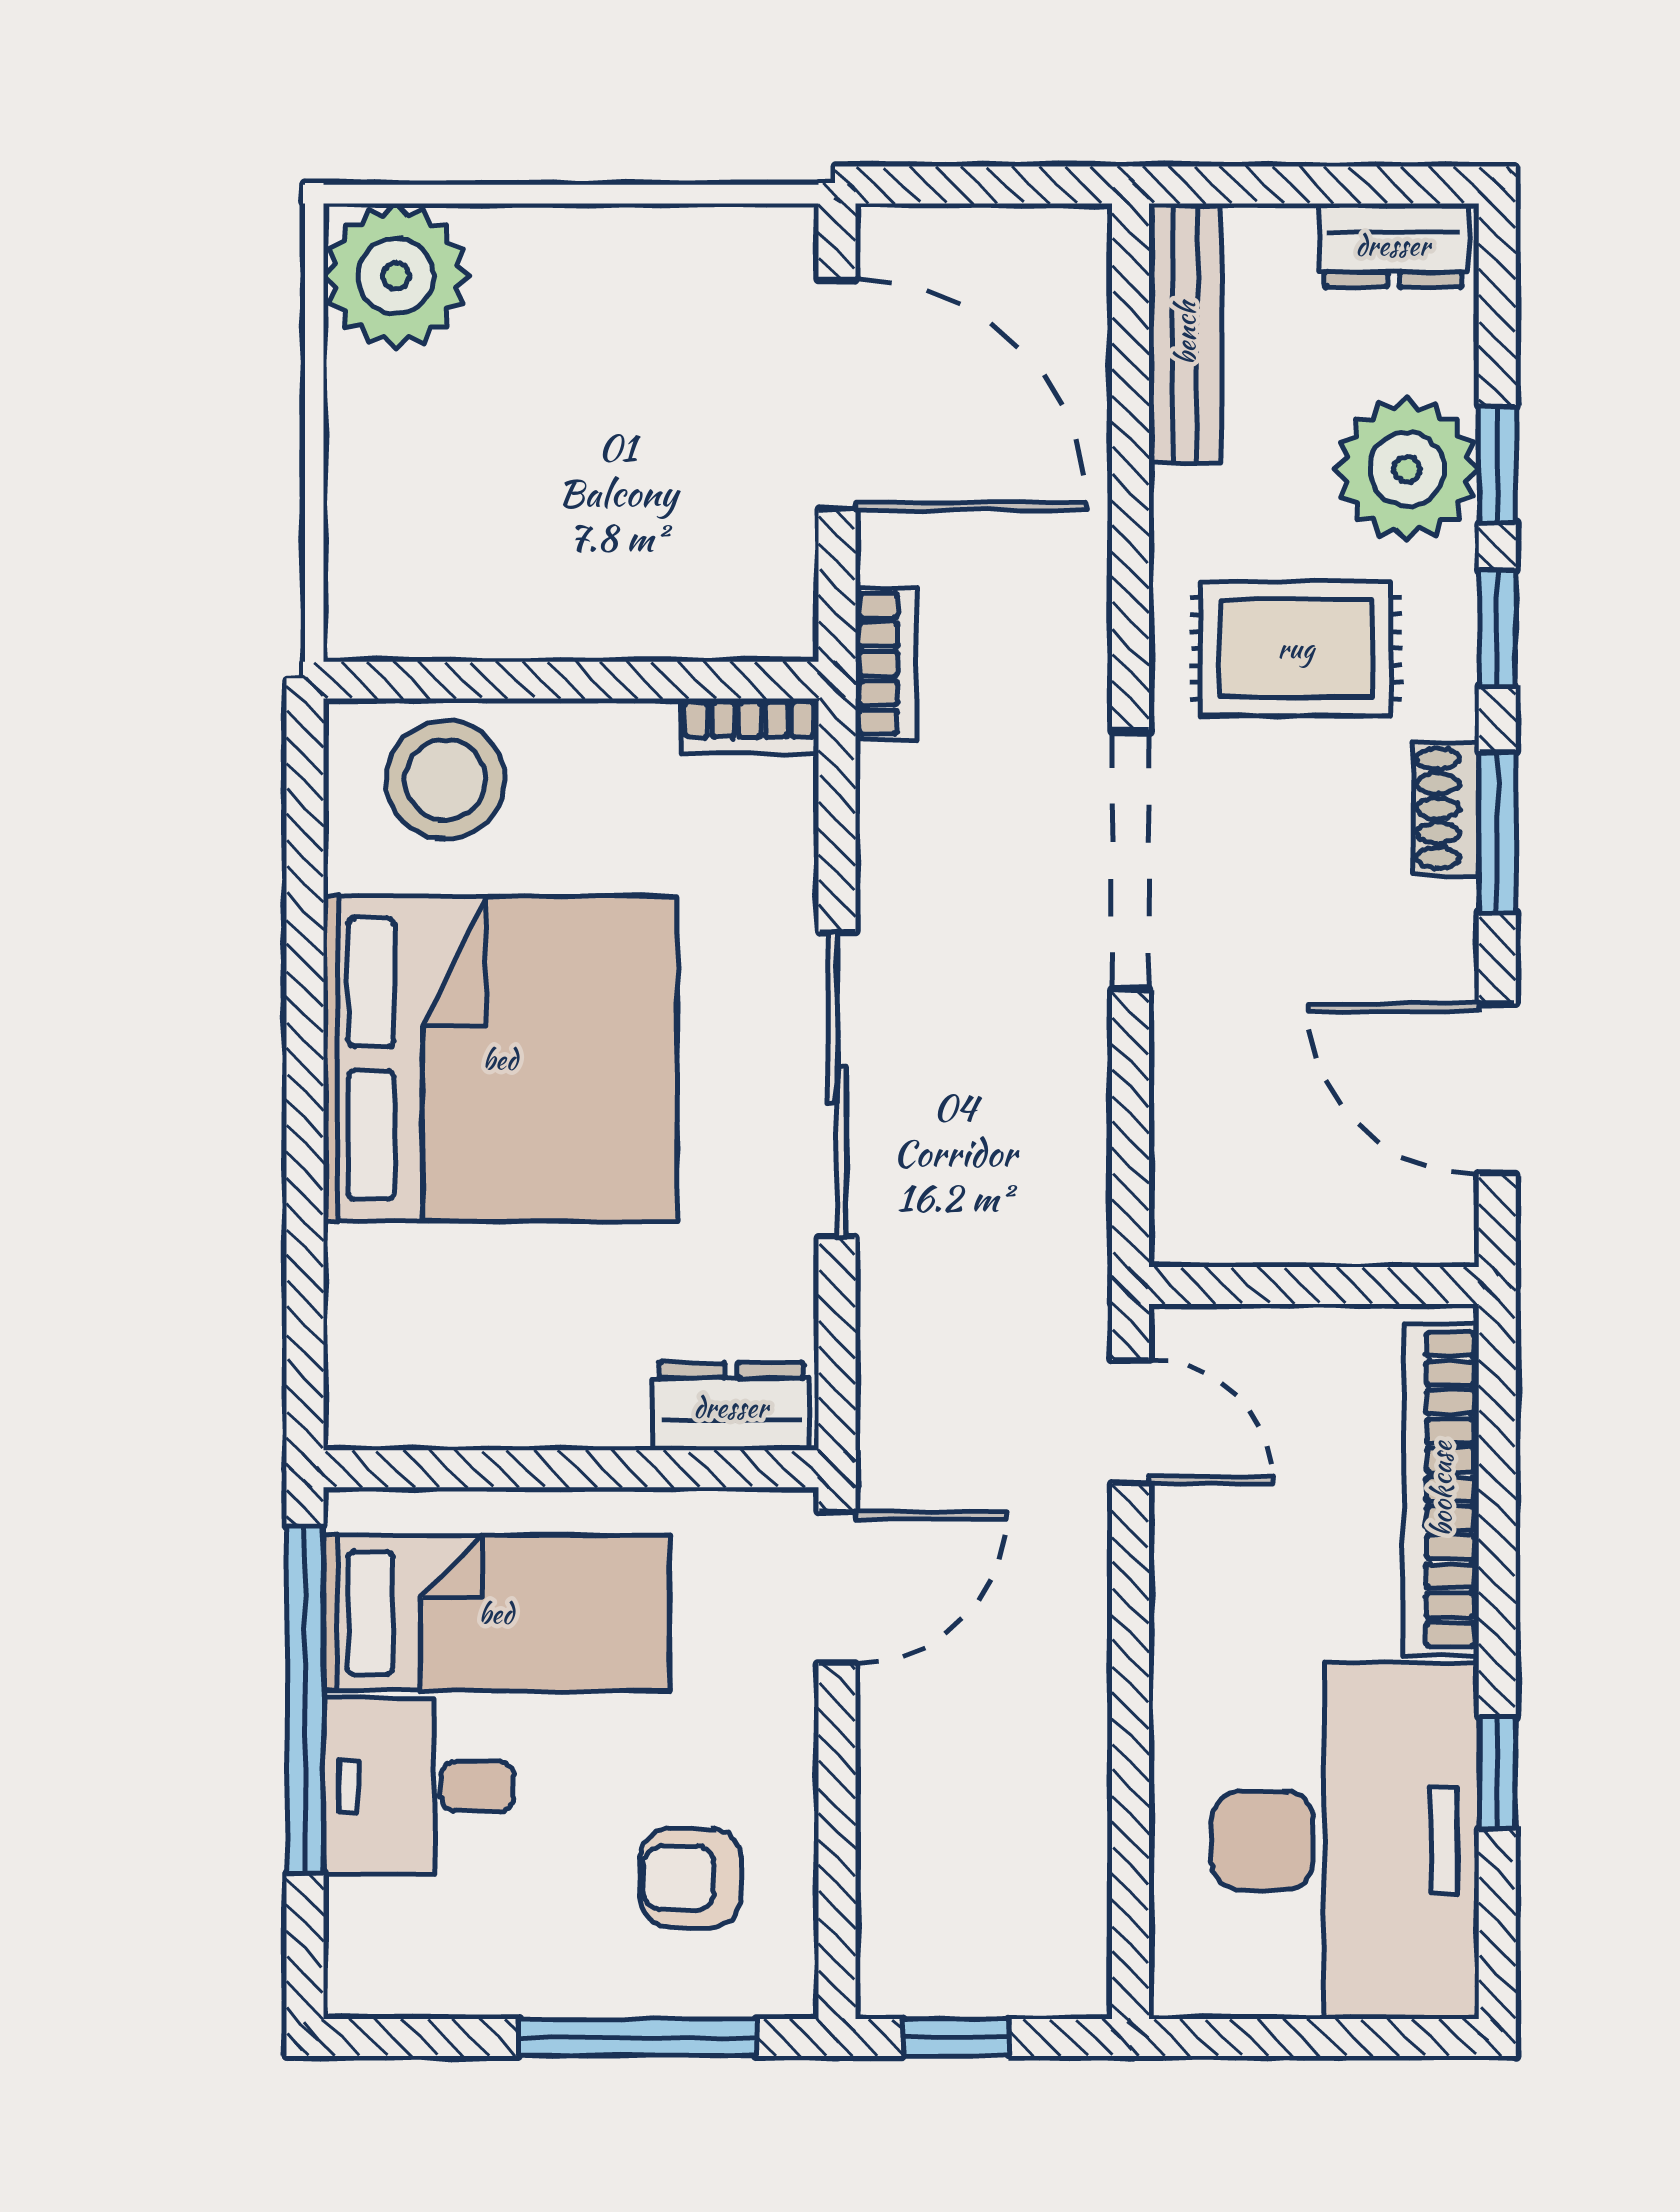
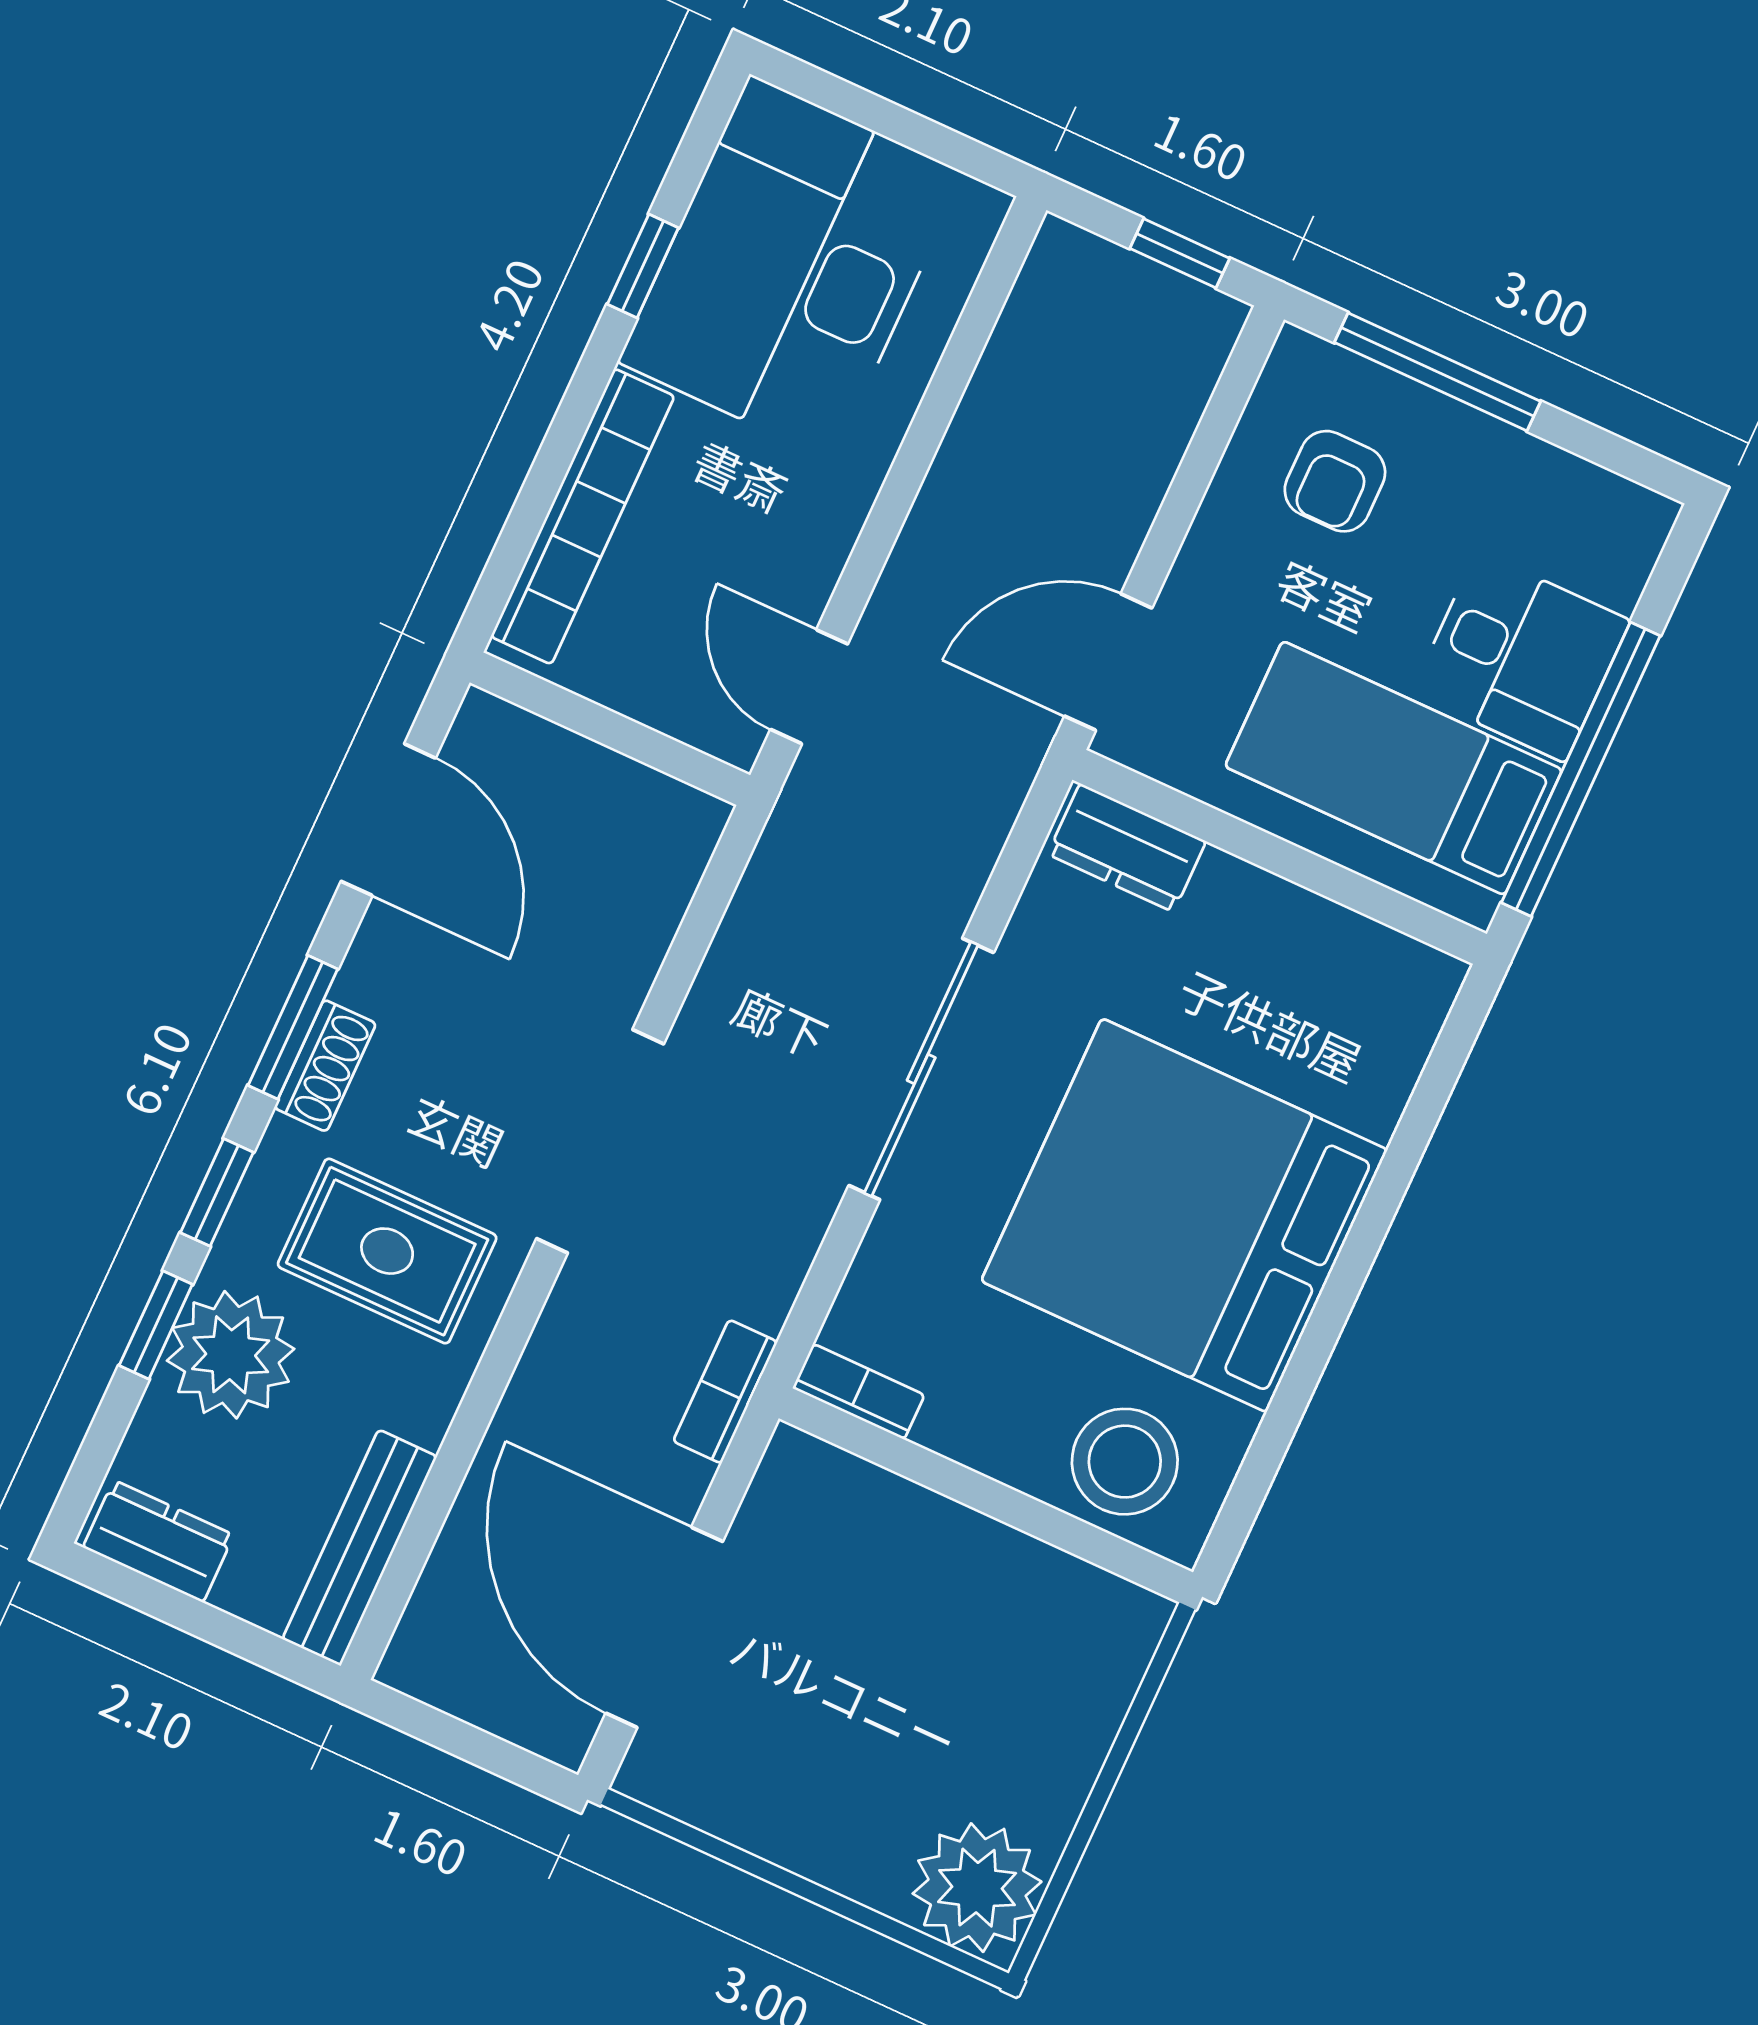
armchair: (691, 1878) -> (1335, 481), turned 90

